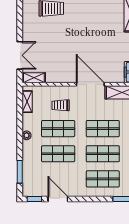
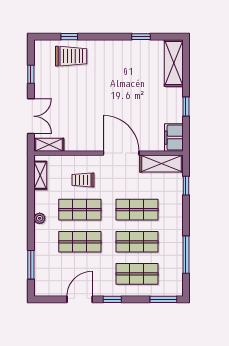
window: (20, 23) -> (31, 74), added
window: (34, 199) -> (112, 299), moved
door: (58, 199) -> (80, 299), hinge flipped

